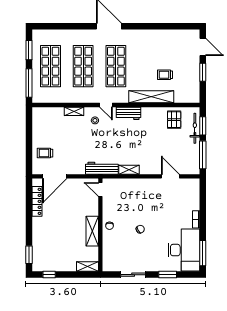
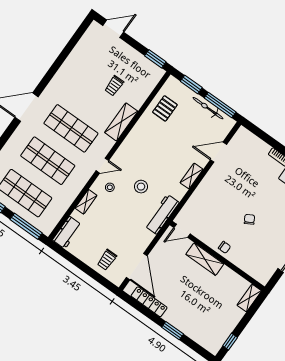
window: (203, 72) -> (155, 59), moved
shelving: (151, 97) -> (121, 122), width x0.68
workbench: (129, 113) -> (67, 233), moved
pallet: (174, 120) -> (165, 108), turned 90
bicycle: (195, 128) -> (208, 108), moved
stool: (110, 141) -> (141, 187), added
shelving: (129, 170) -> (192, 176), moved
shelving: (92, 231) -> (205, 259), moved
window: (29, 255) -> (173, 331), moved

